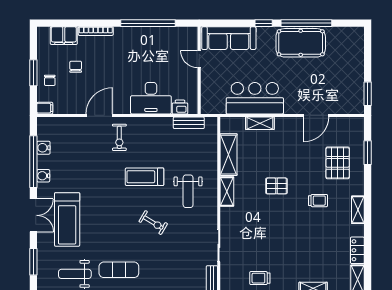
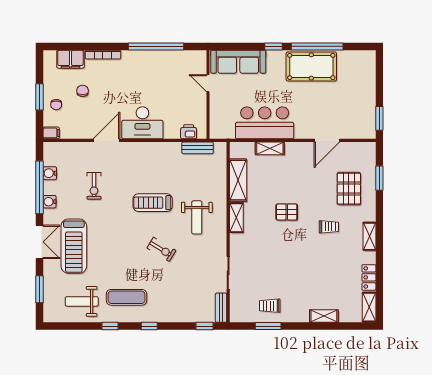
desk: (151, 98) -> (142, 123), moved
exercise bike: (119, 137) -> (94, 186), moved

